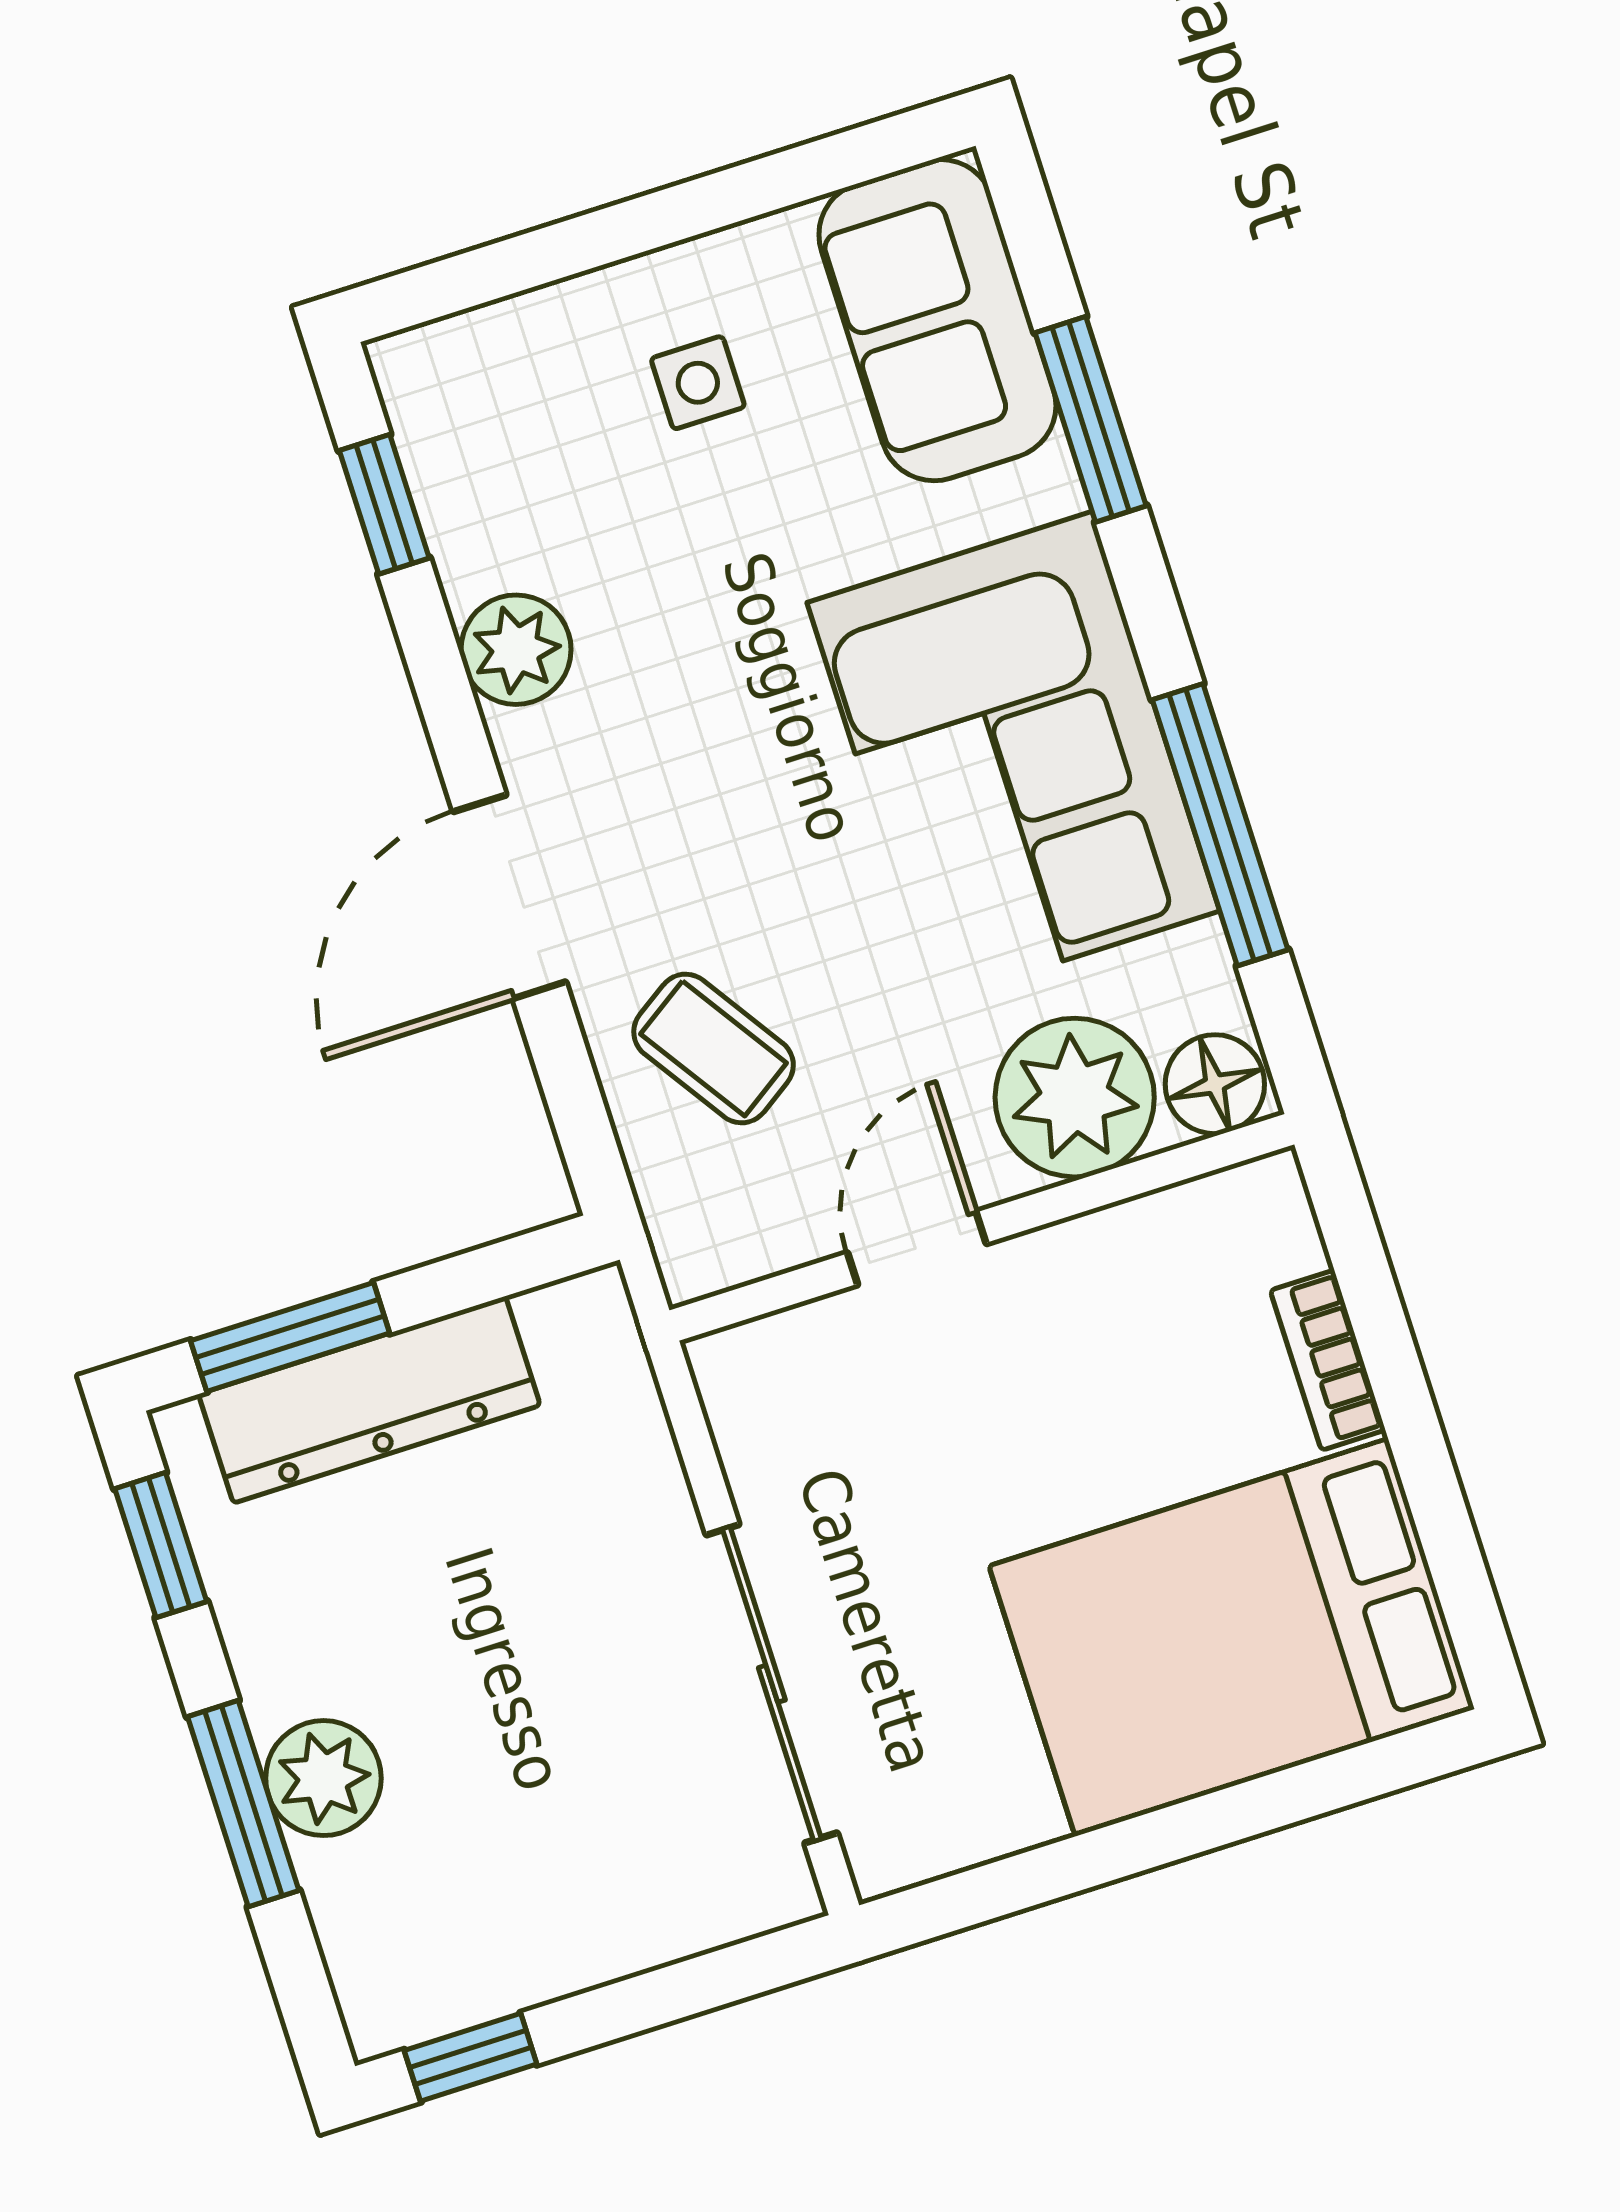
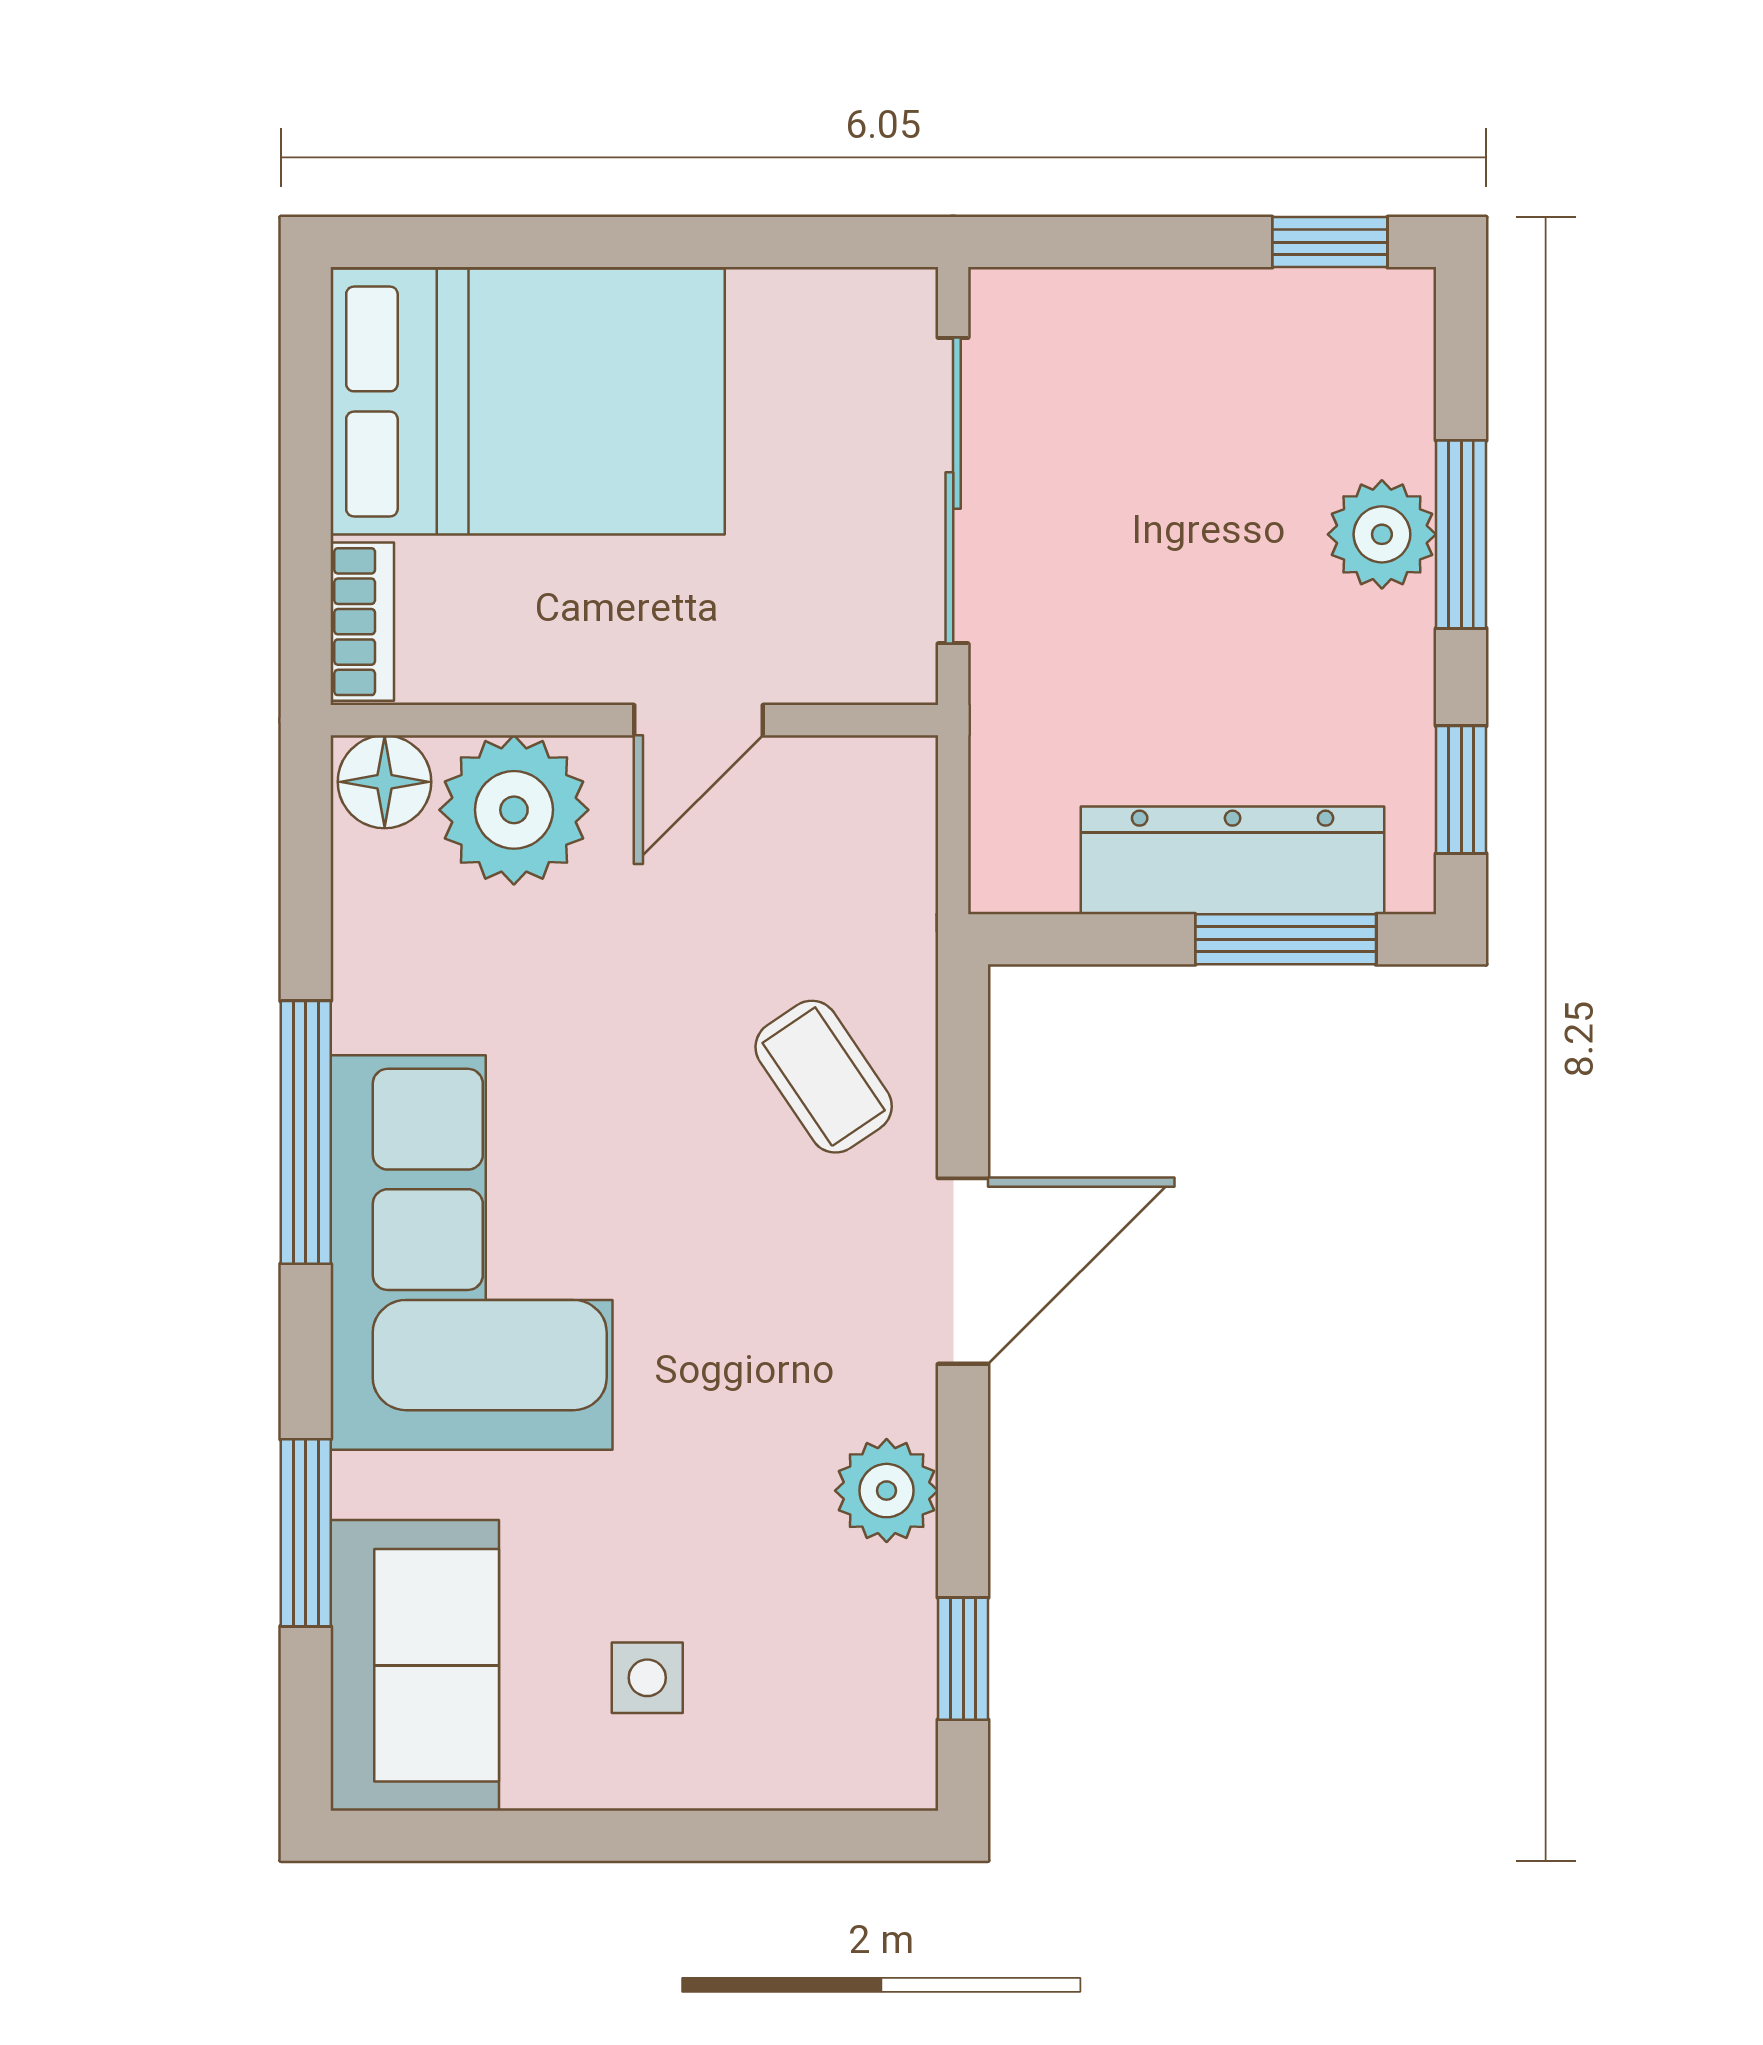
floor lamp: (1215, 1084) -> (385, 782), moved
plant: (1075, 1098) -> (514, 810), moved
wall: (982, 1227) -> (634, 720), moved
door: (917, 1248) -> (698, 720), moved

